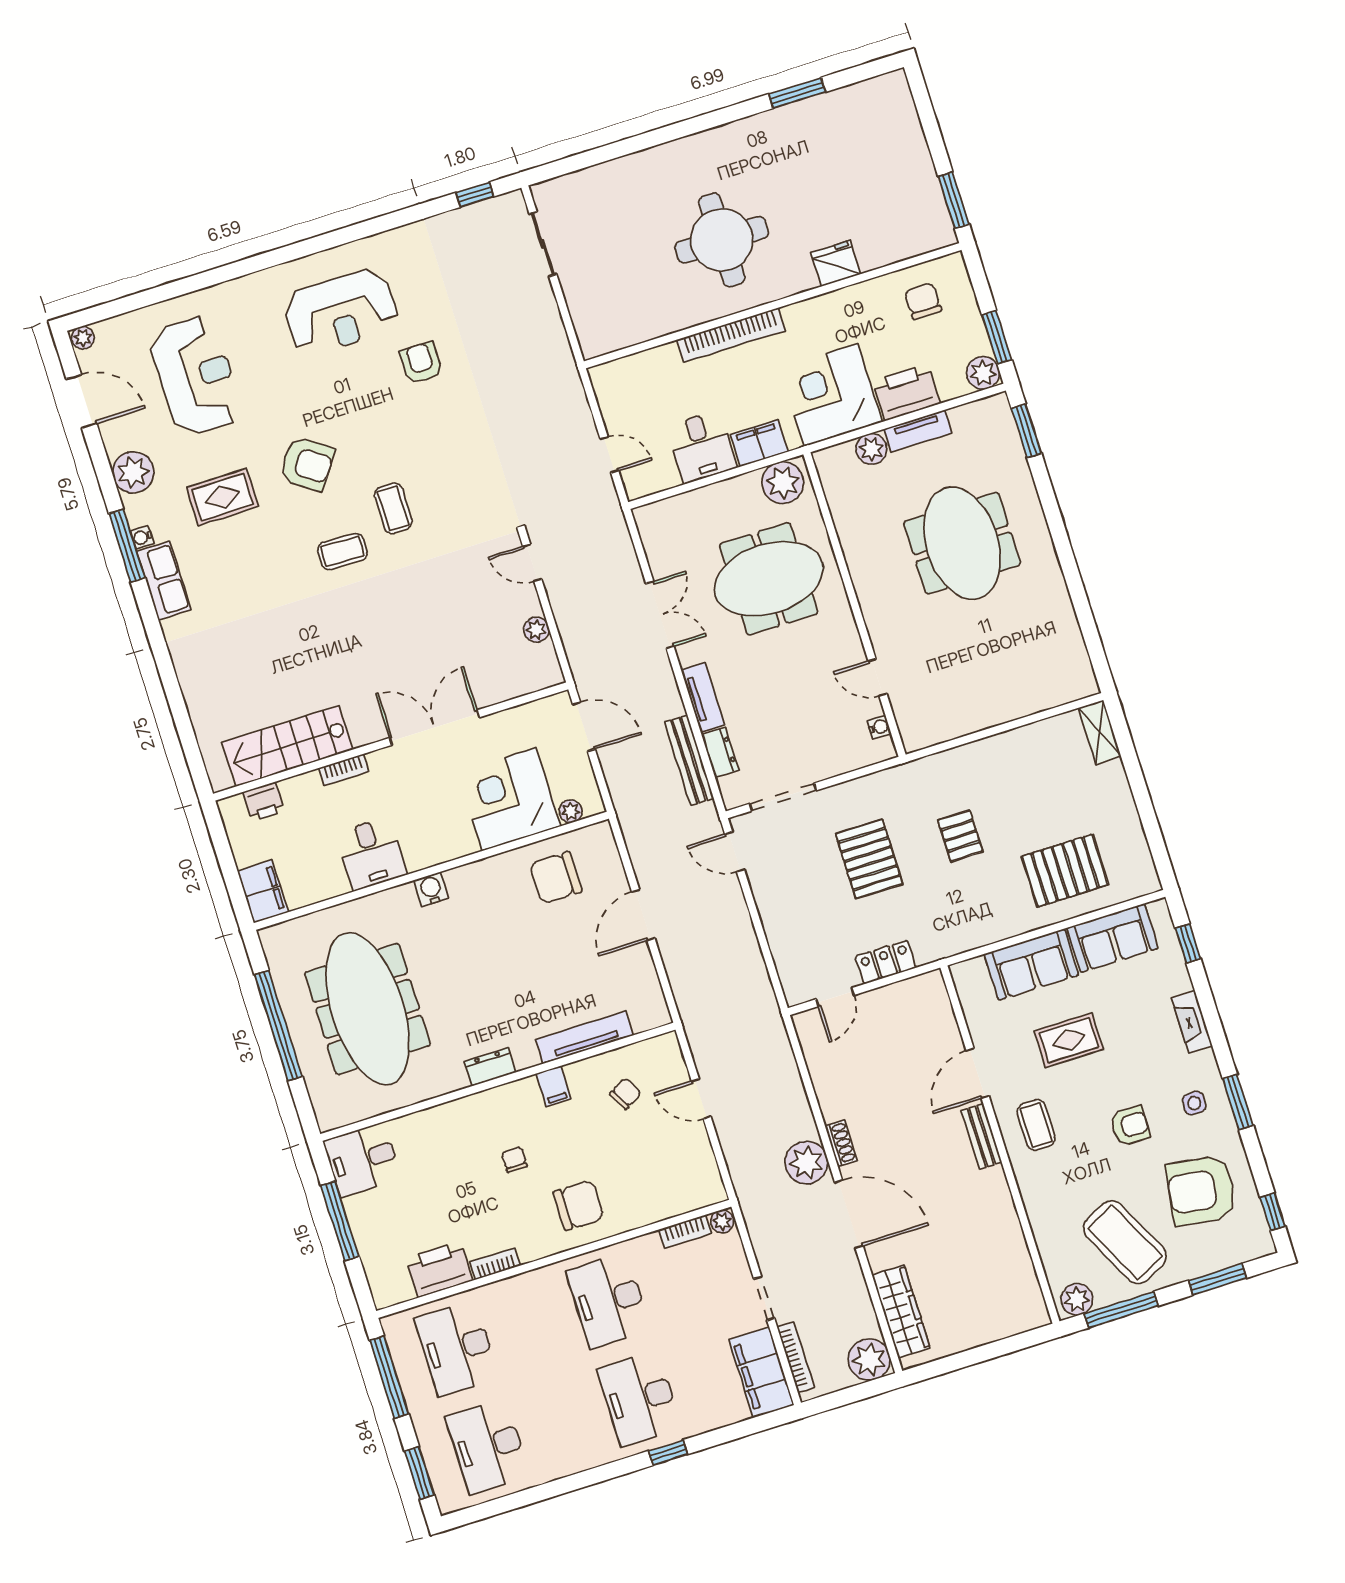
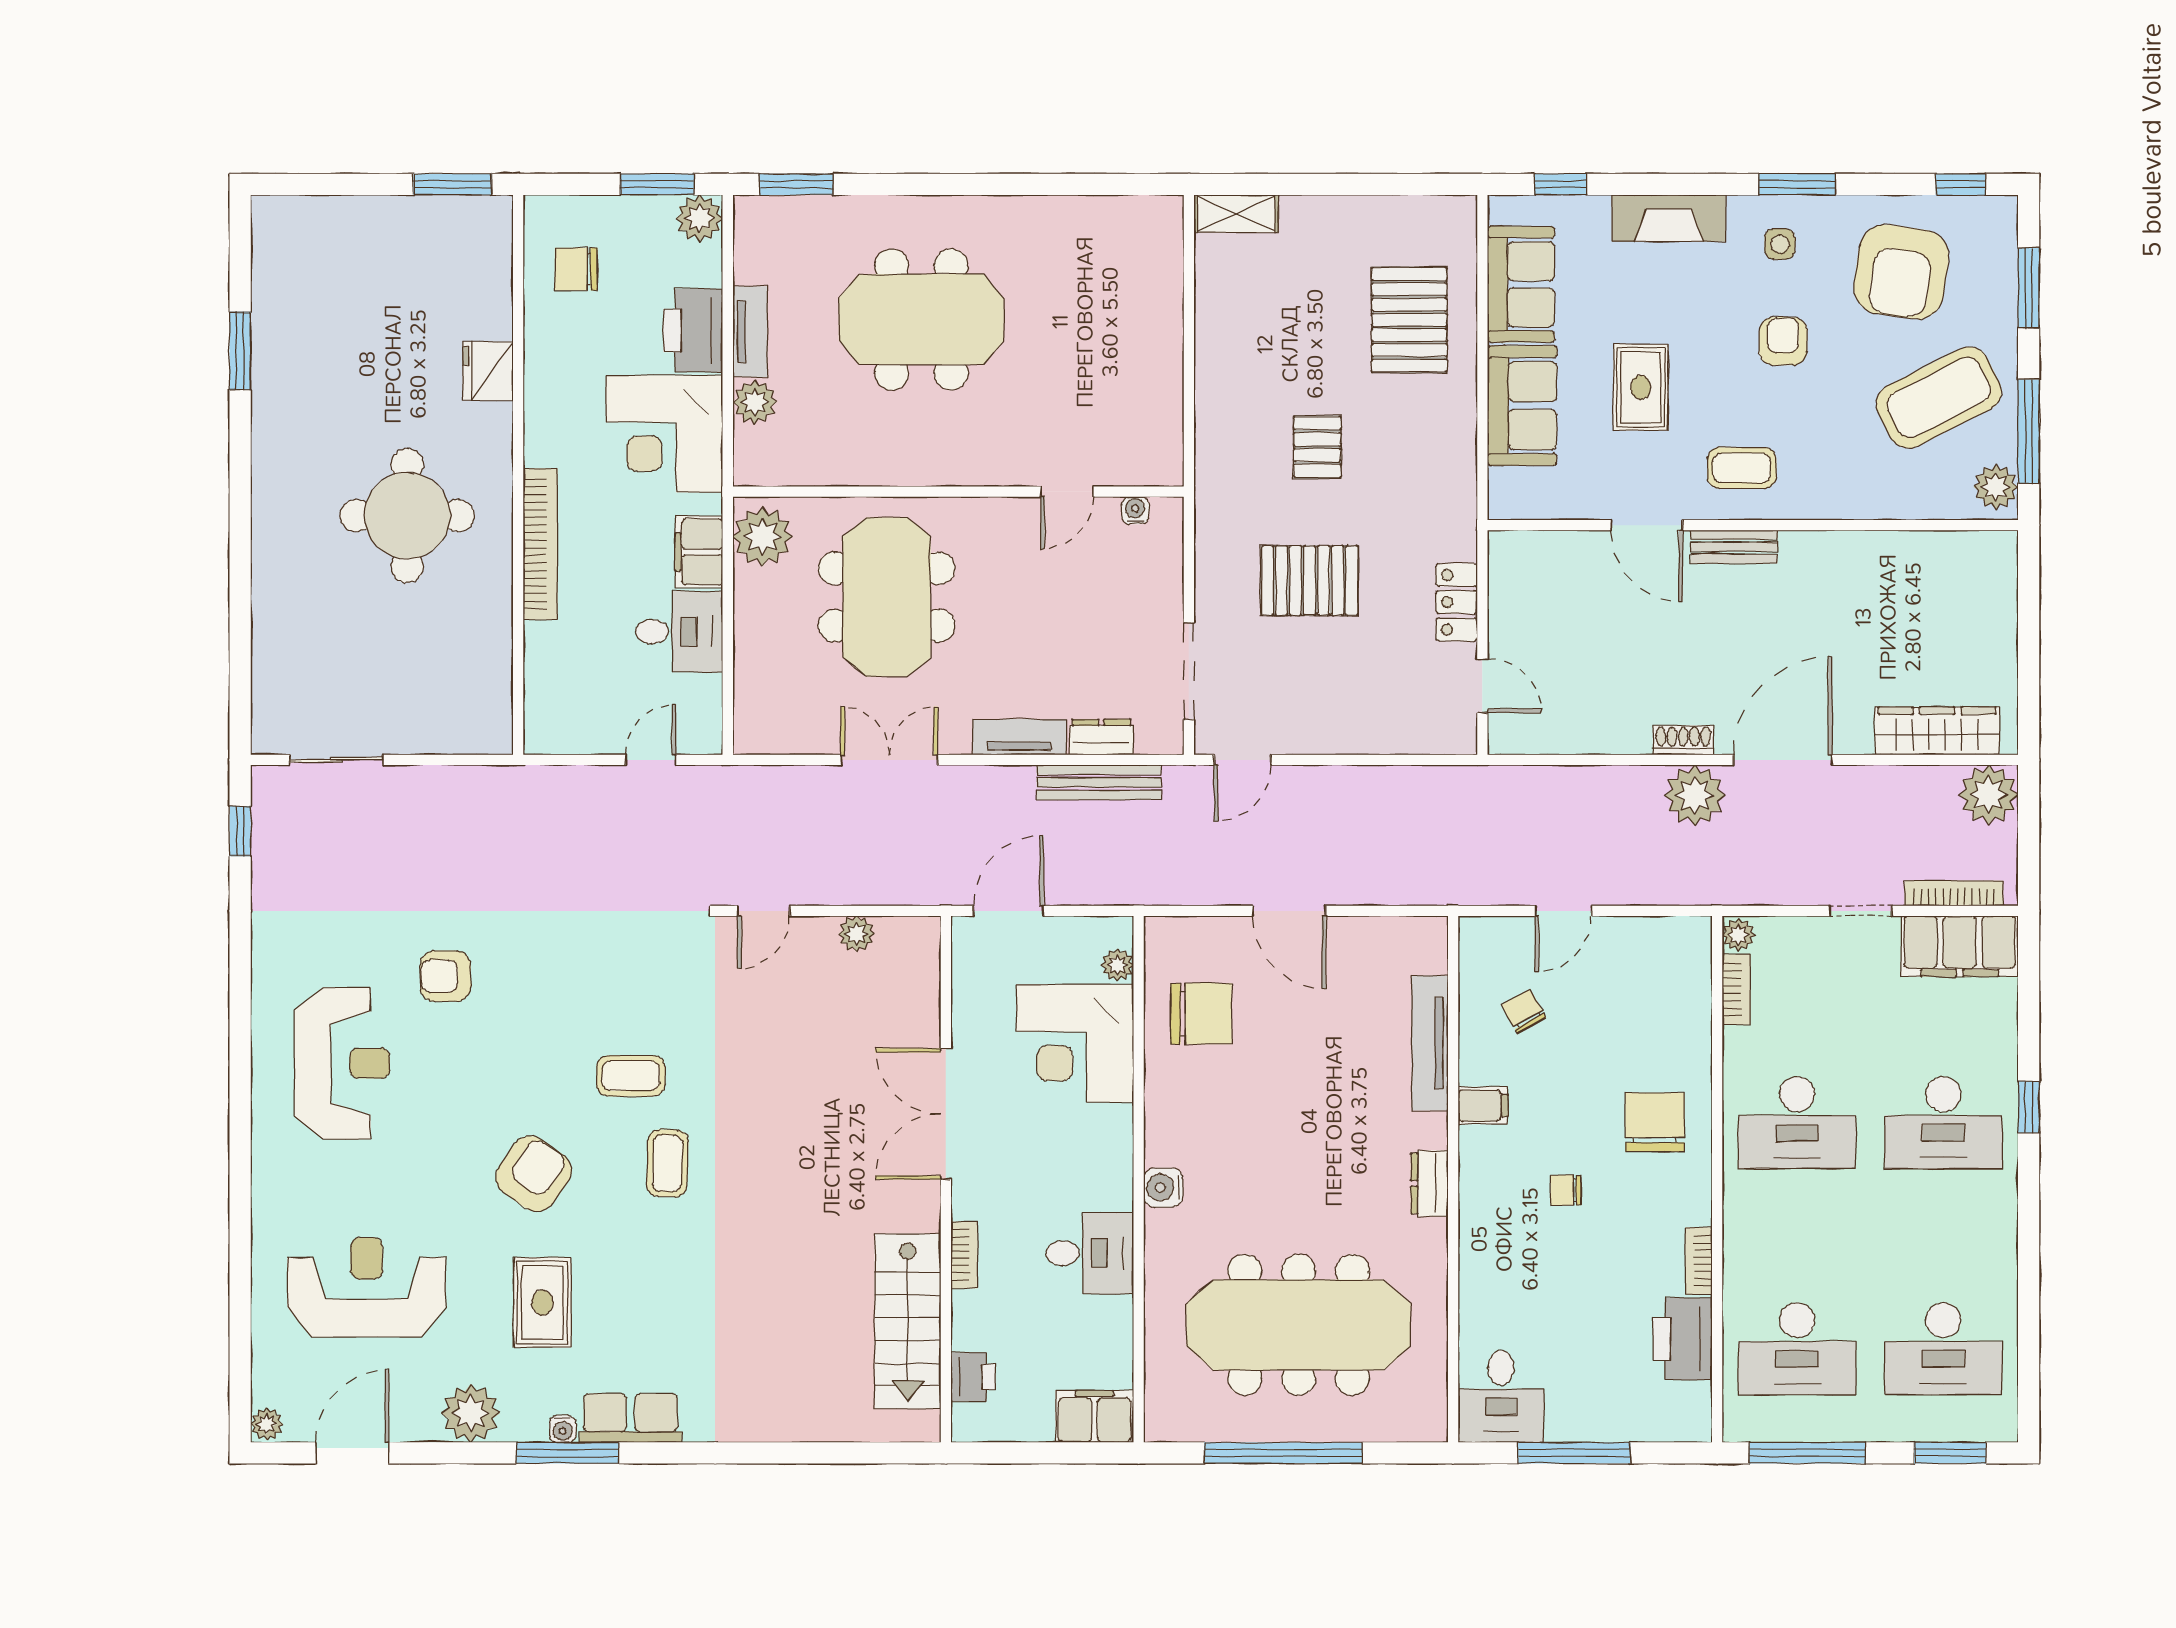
pallet: (960, 836) -> (1317, 447), turned 90
chair: (556, 878) -> (1201, 1014), turned -90
fireplace: (1192, 1022) -> (1669, 218), width x1.37, depth x1.32

